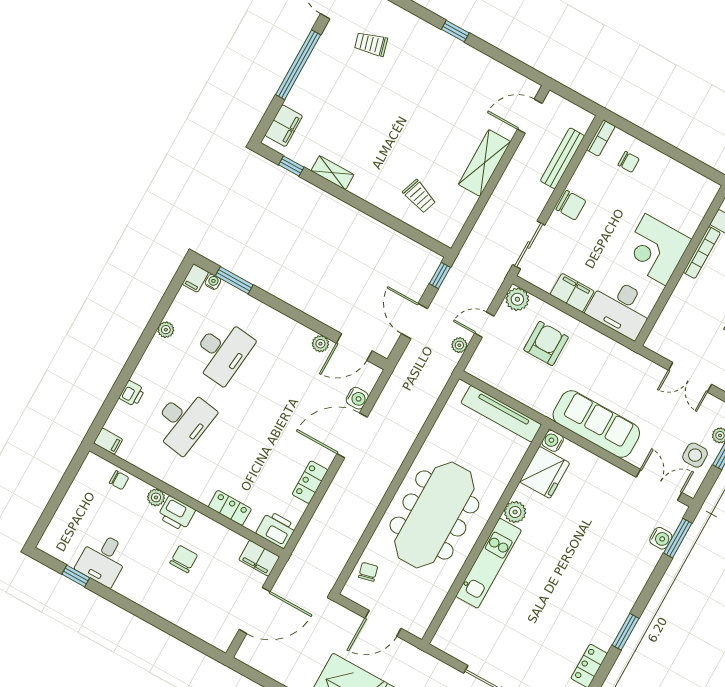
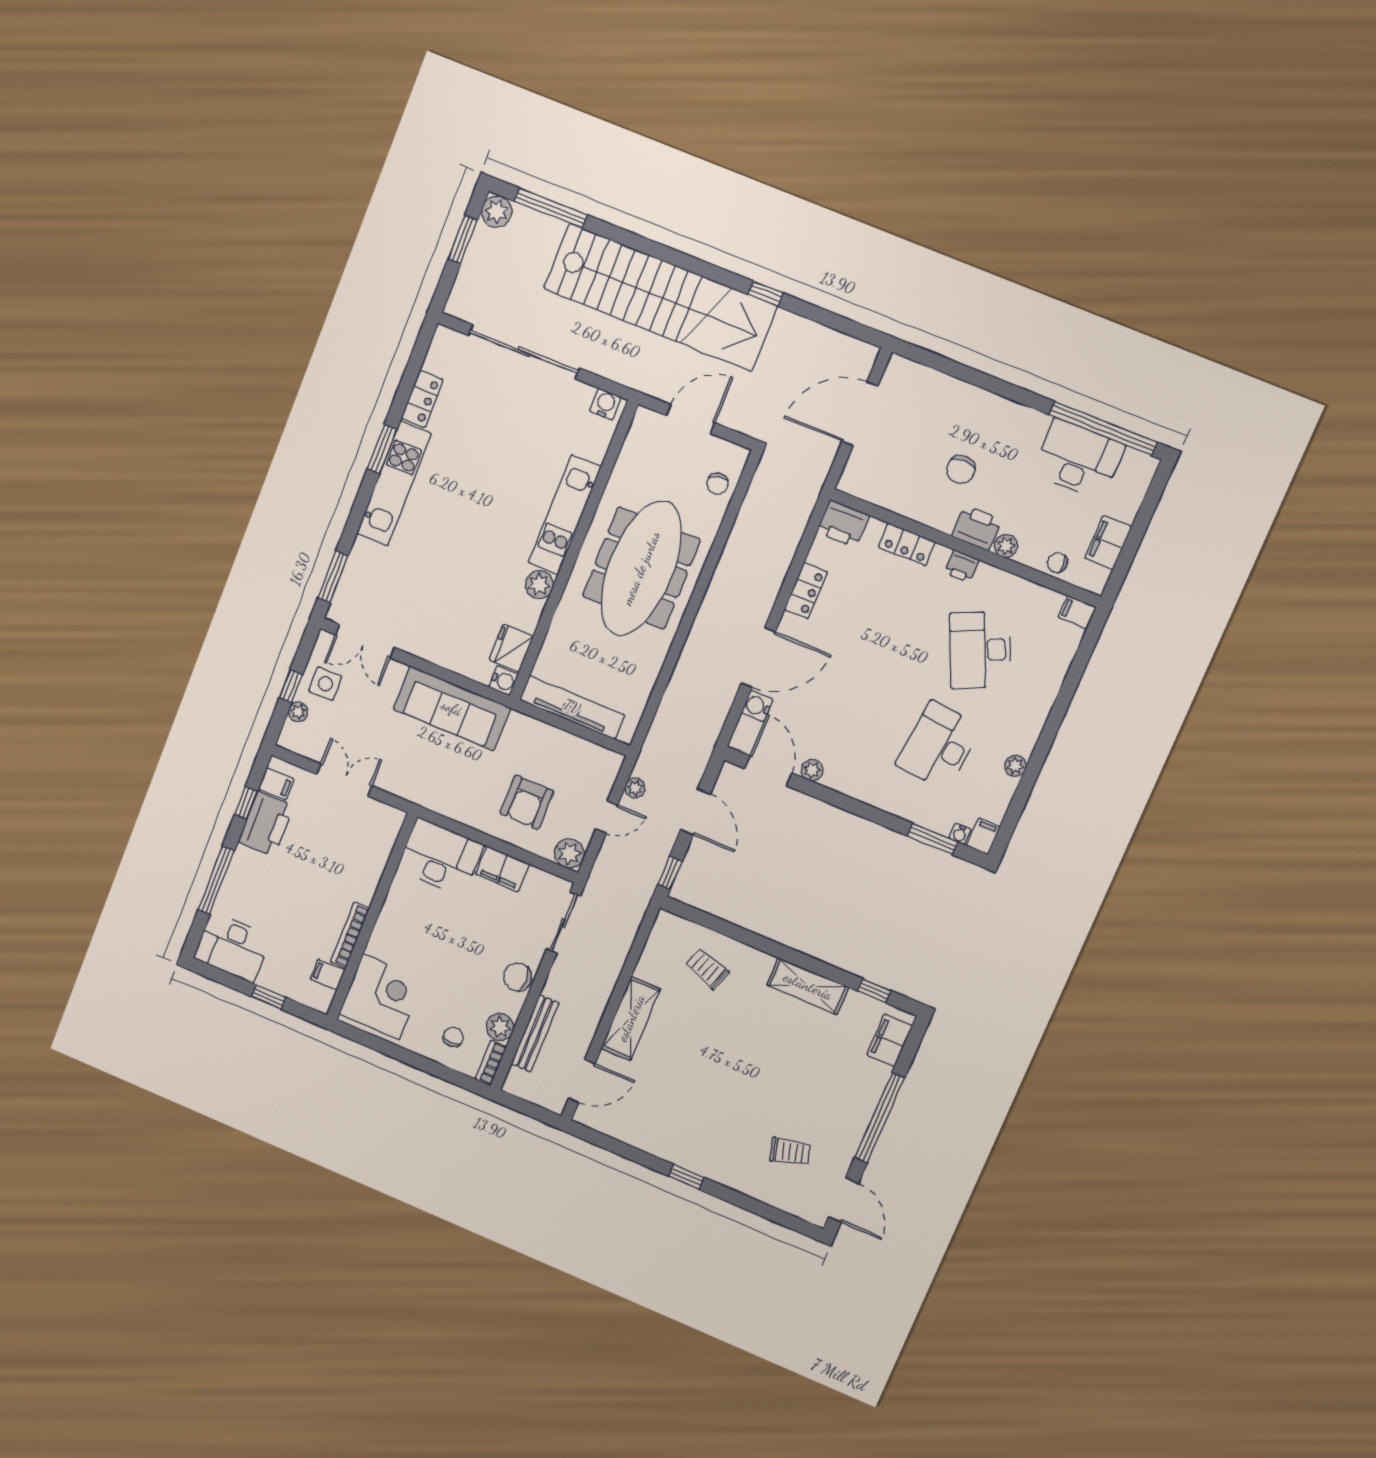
chair: (629, 162) -> (453, 1037), turned 90
plant: (590, 166) -> (500, 1027), added
shelving: (332, 173) -> (808, 986), width x1.50, depth x1.33
corner desk: (656, 250) -> (381, 997), moved
door: (354, 347) -> (768, 771), hinge flipped
printer: (132, 394) -> (962, 566), moved, turned -90
desk: (183, 421) -> (980, 650), turned -33
fridge: (545, 472) -> (511, 648), width x0.73, depth x0.75
water cooler: (661, 538) -> (605, 404), moved, turned 90
filing cabinet: (259, 558) -> (1108, 543), moved, turned -90
desk: (103, 559) -> (1078, 459), width x1.37
window: (76, 576) -> (1103, 428), width x3.17
kitchen unit: (620, 604) -> (394, 483), added

